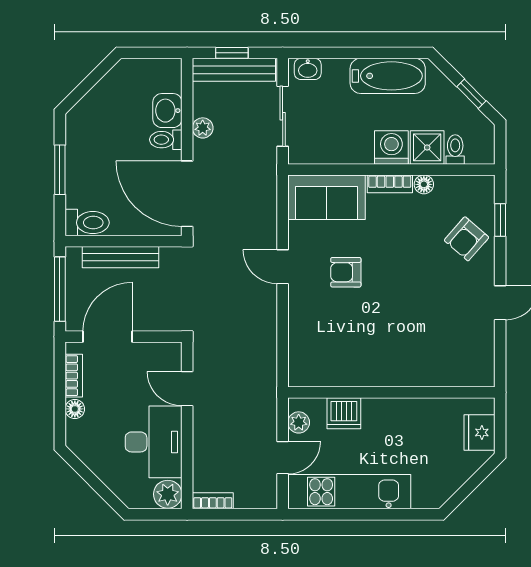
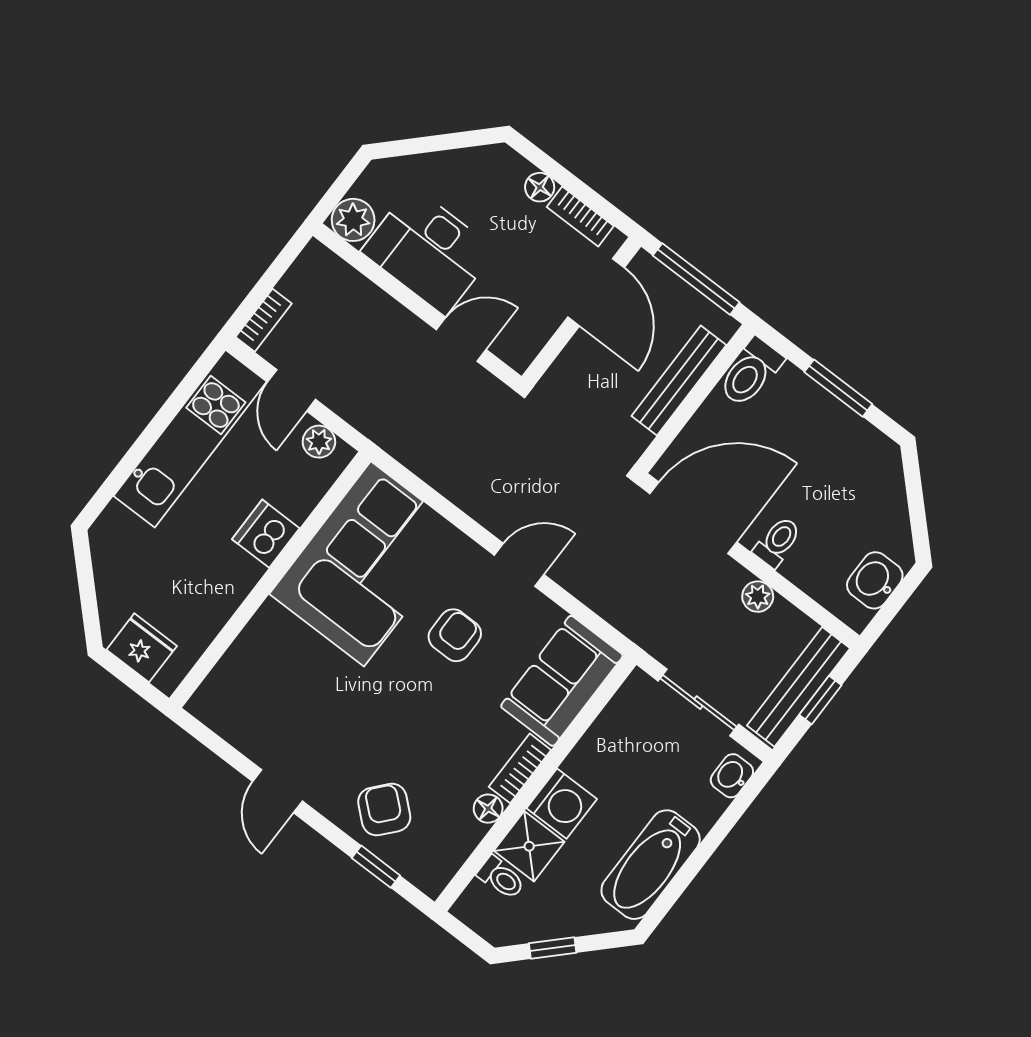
washbasin: (167, 111) -> (875, 580), moved, turned -90
corner sofa: (344, 347) -> (367, 564), added
dishwasher: (344, 413) -> (266, 534), moved
bookcase: (213, 501) -> (264, 320), moved

